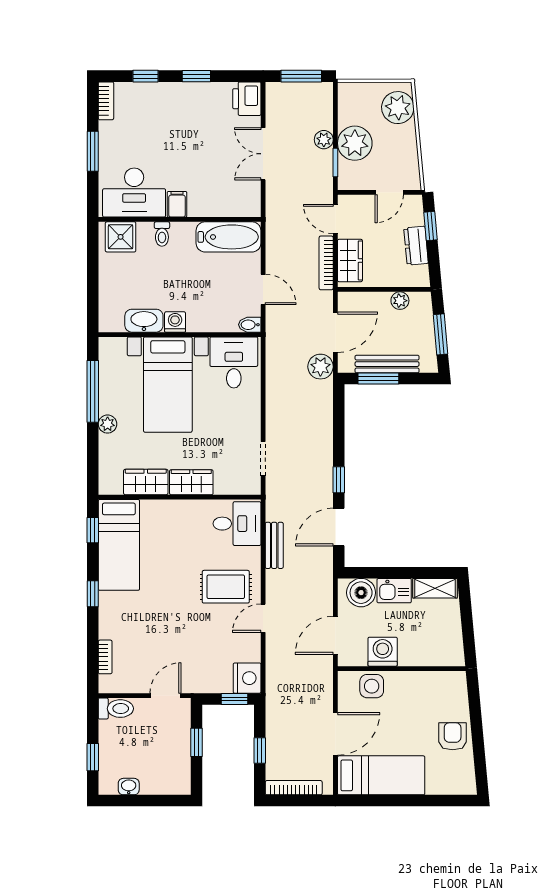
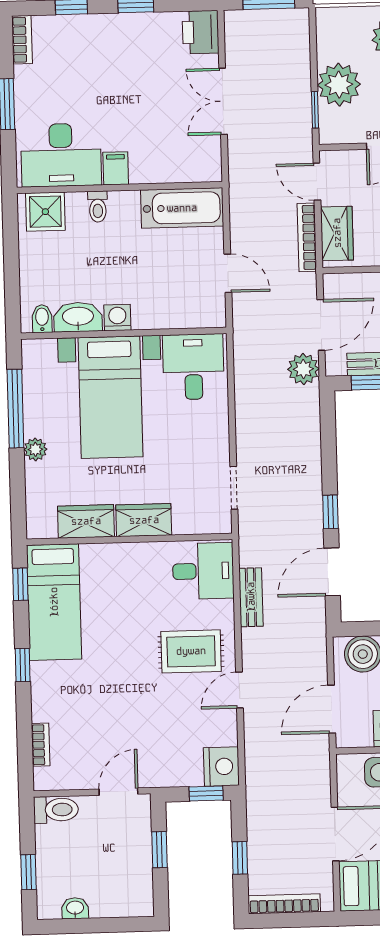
plant: (324, 140) -> (299, 81), removed
bidet: (250, 325) -> (42, 319), moved, turned 90

